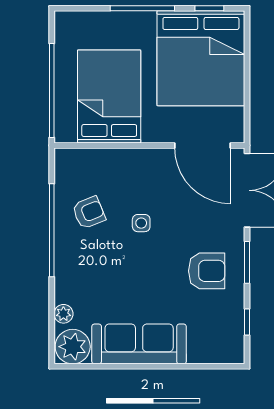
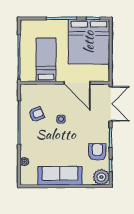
bed: (109, 96) -> (46, 60), width x0.67
door: (202, 145) -> (77, 83), moved
armchair: (207, 271) -> (97, 152), moved, turned -90
plant: (73, 347) -> (101, 177), moved

